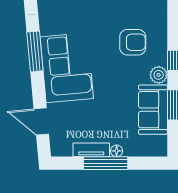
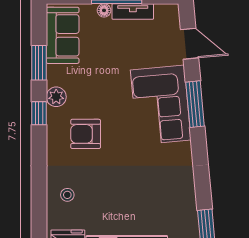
window: (35, 51) -> (195, 104), moved
sofa: (153, 110) -> (63, 35), moved

